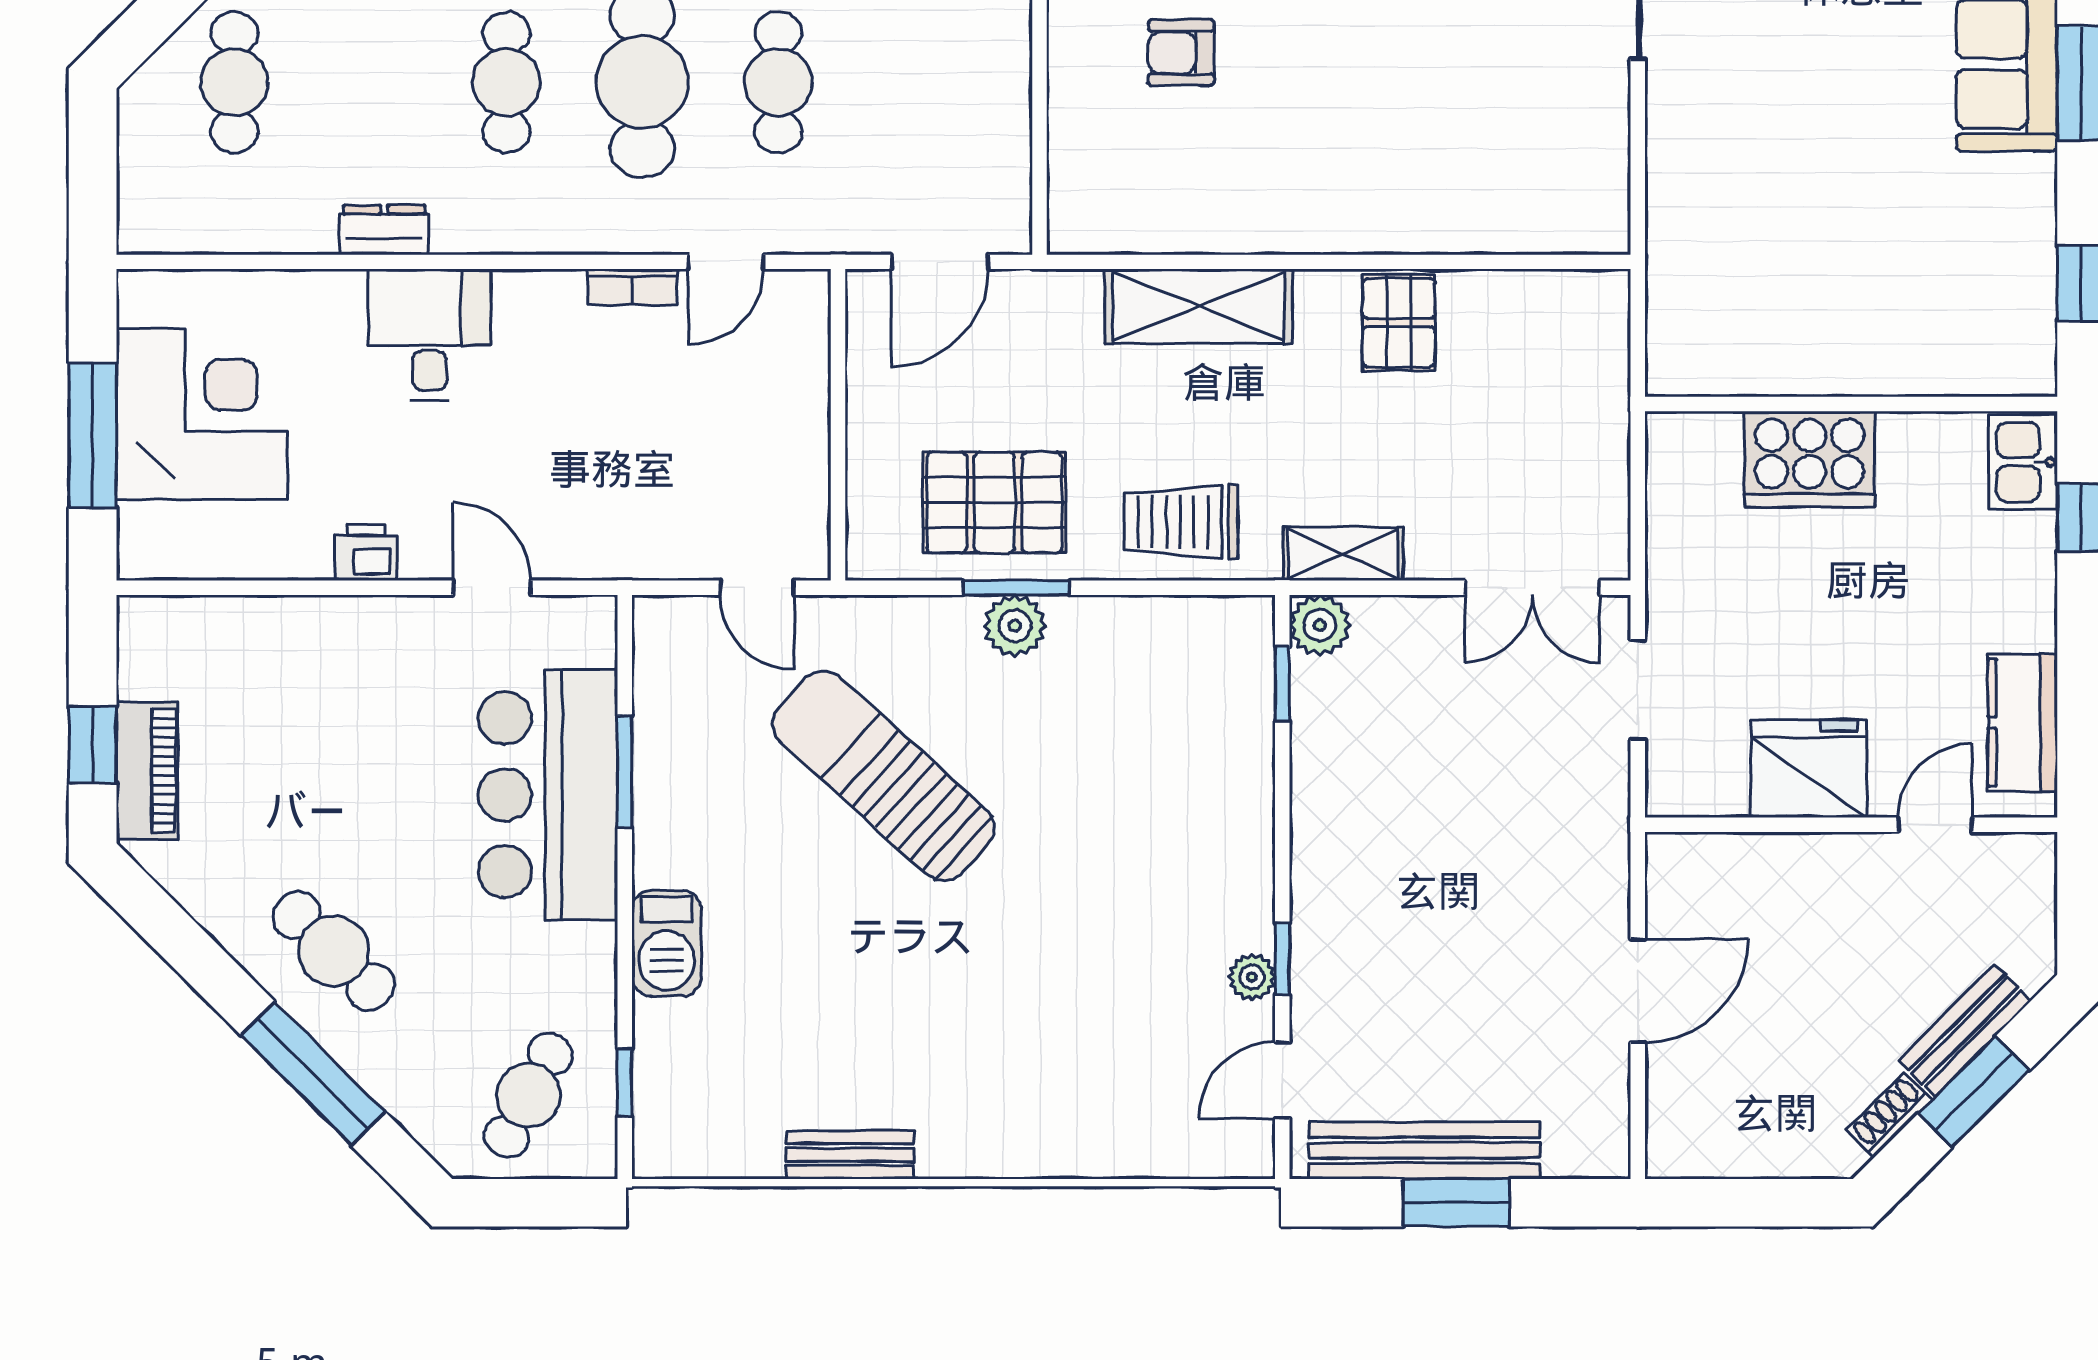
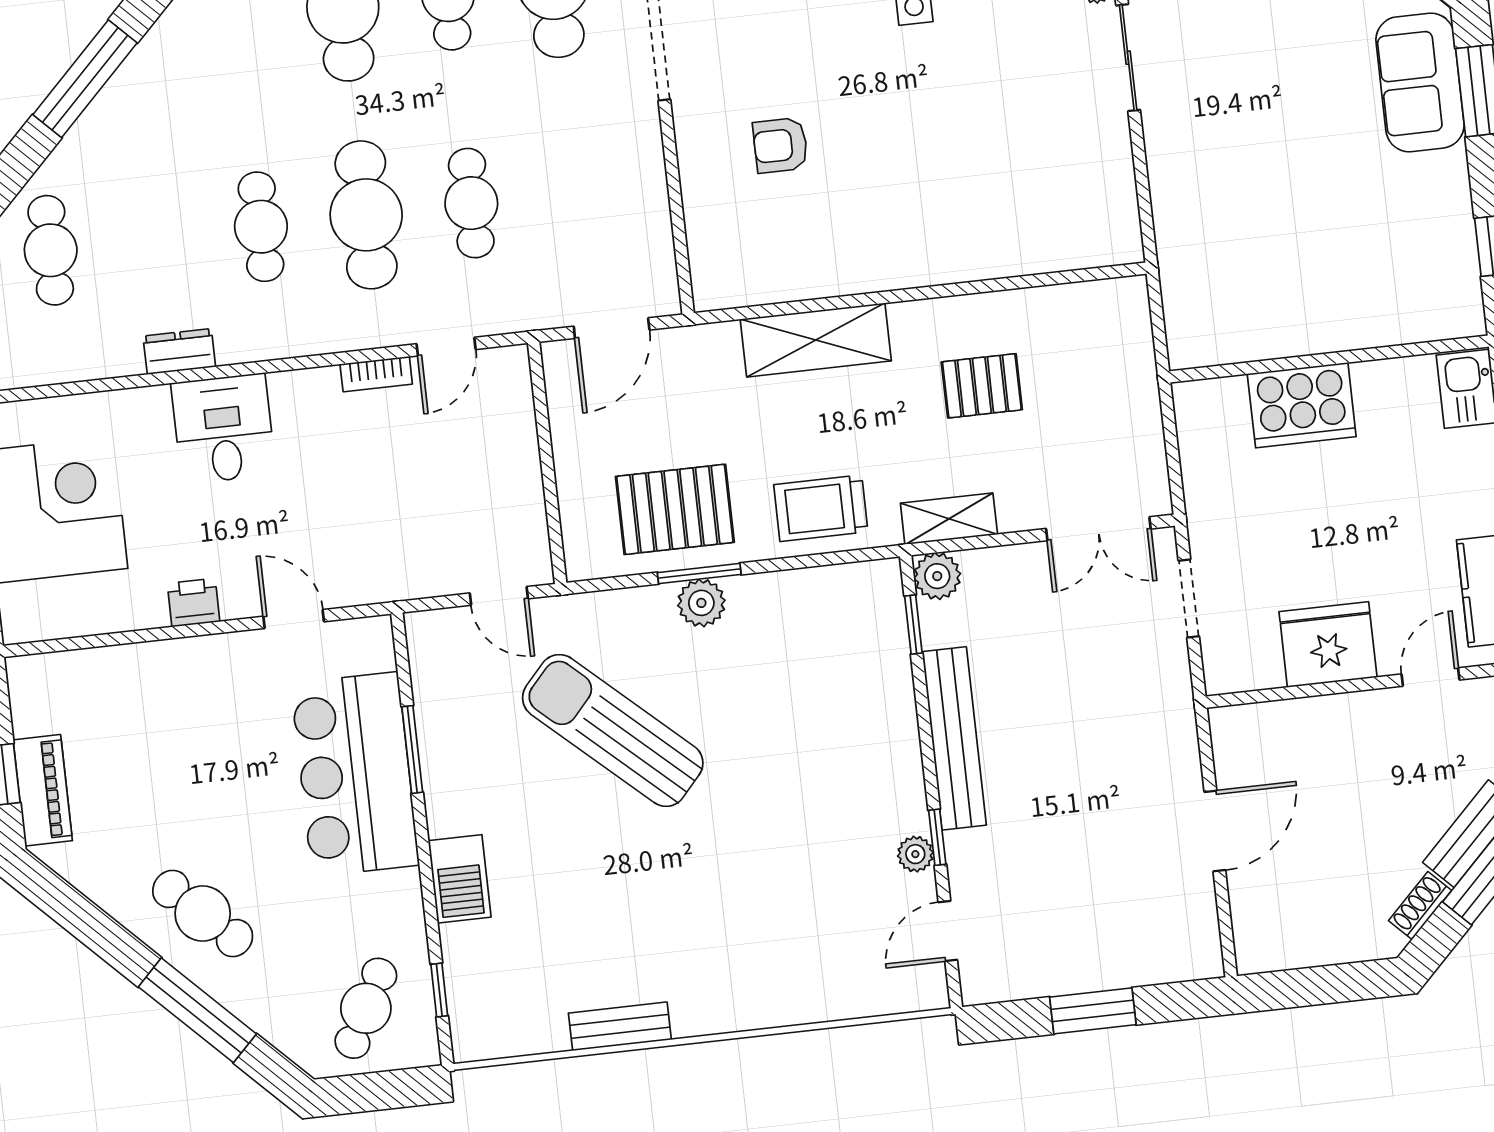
pallet: (1399, 323) -> (982, 386), moved, turned 90
bench: (1424, 1150) -> (954, 738), moved, turned 90

